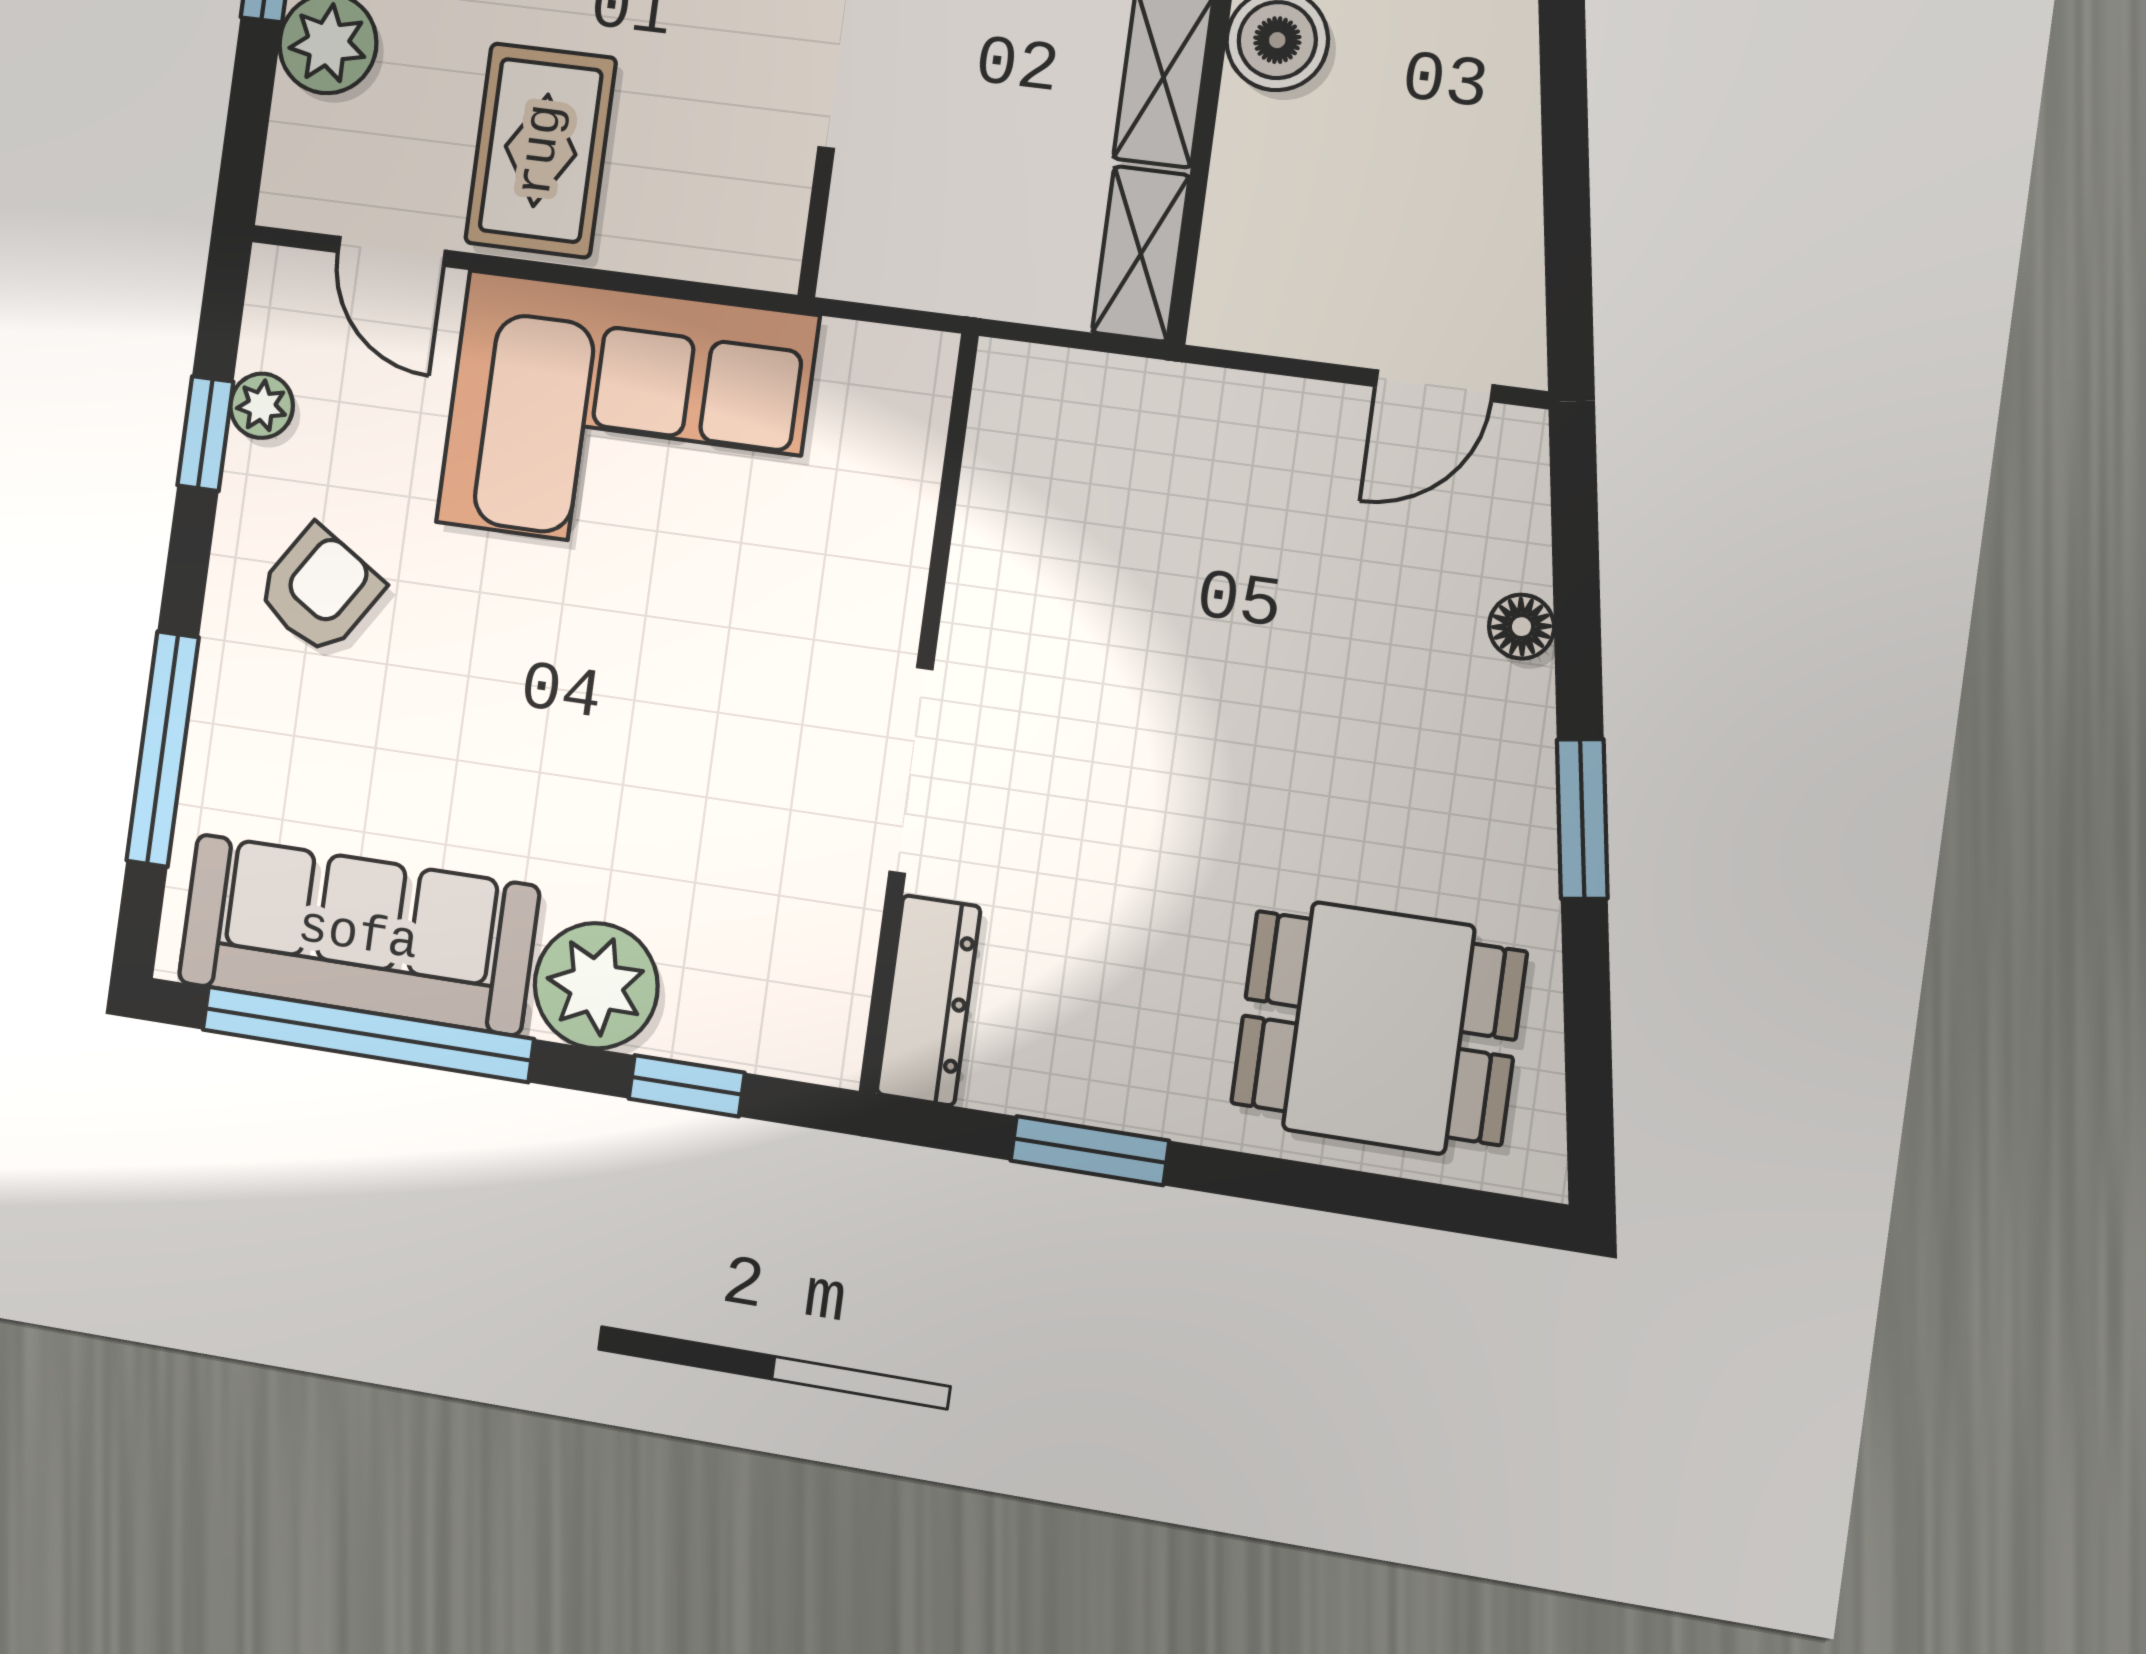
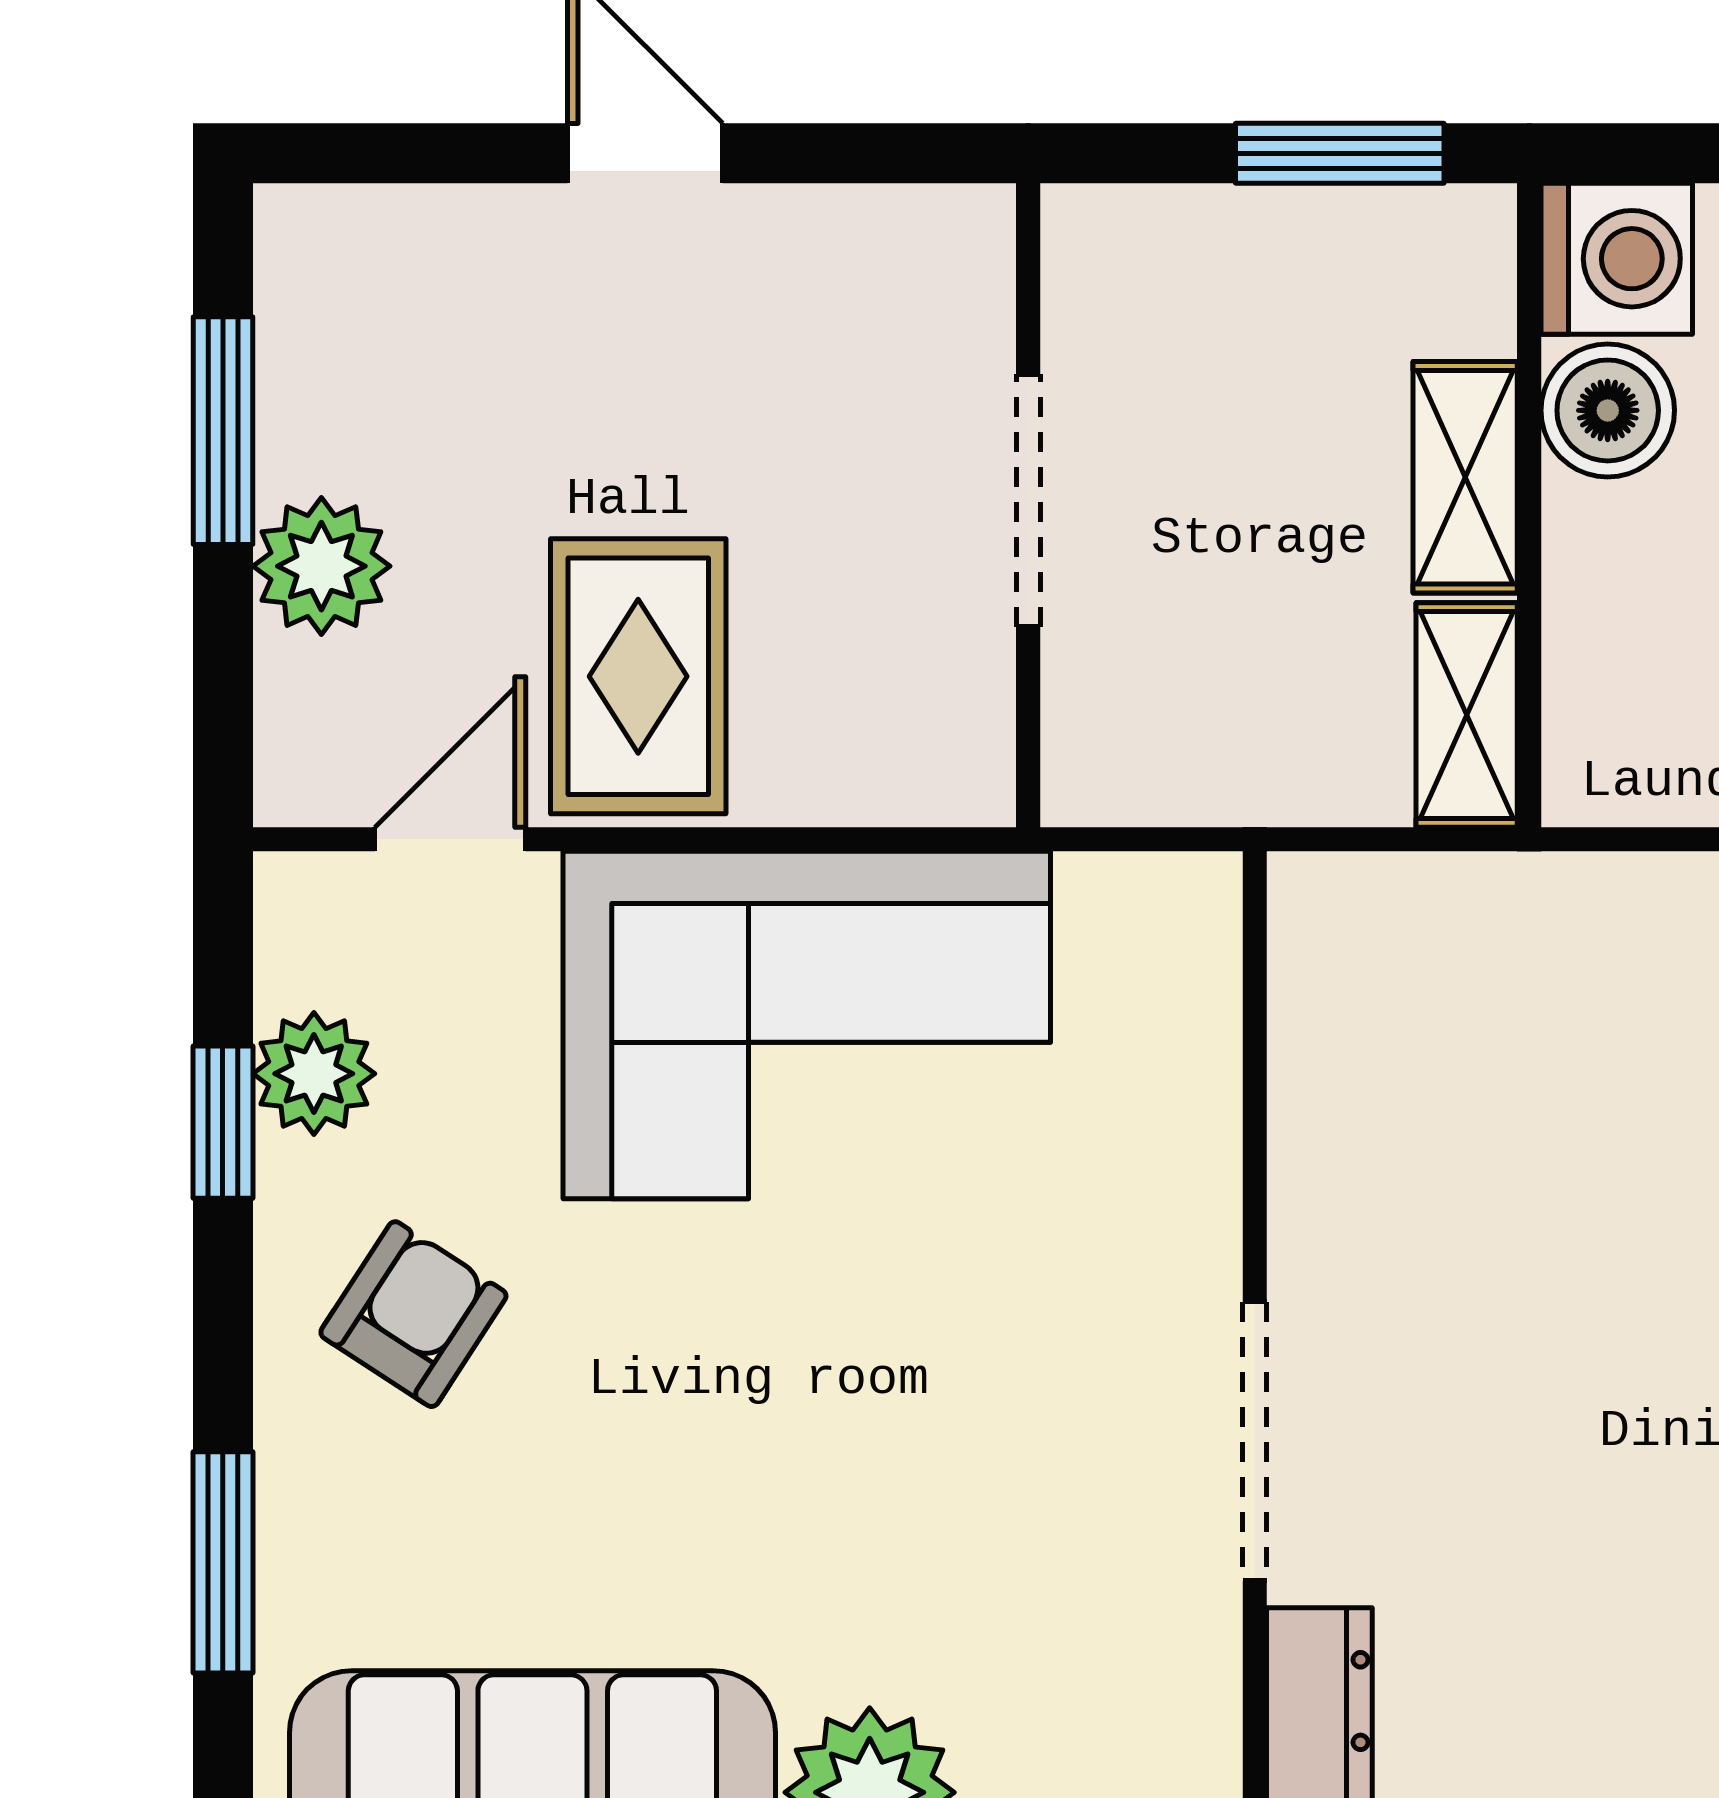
door: (392, 251) -> (450, 839), swing flipped
plant: (262, 406) -> (314, 1074), width x1.38, depth x1.38
window: (163, 749) -> (223, 1562), width x0.69

